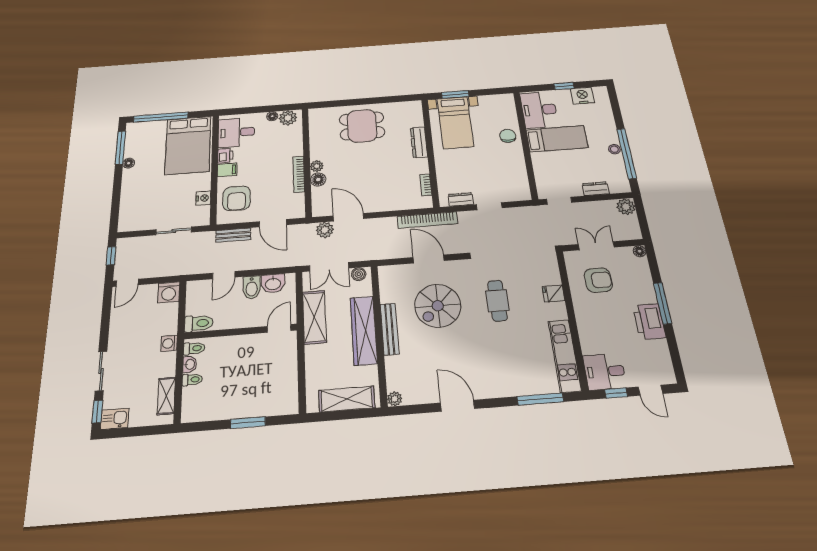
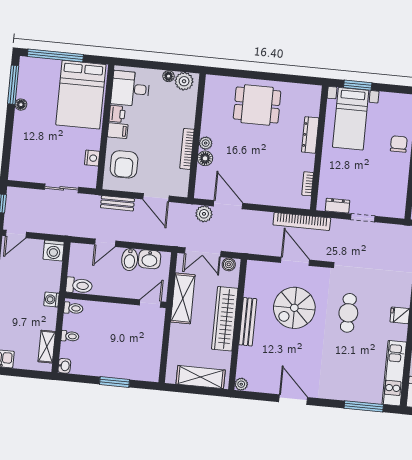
washbasin: (190, 364) -> (64, 366), moved

